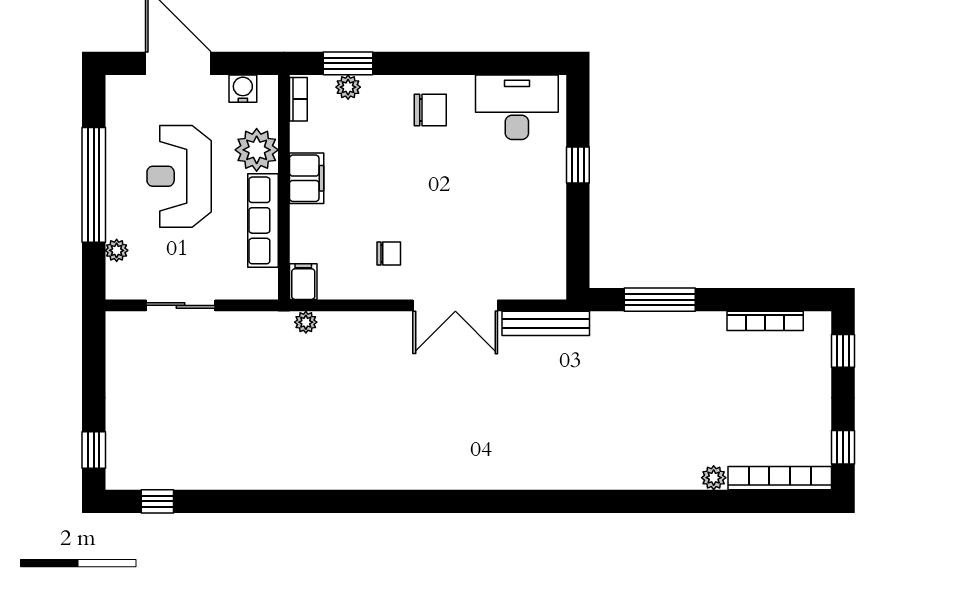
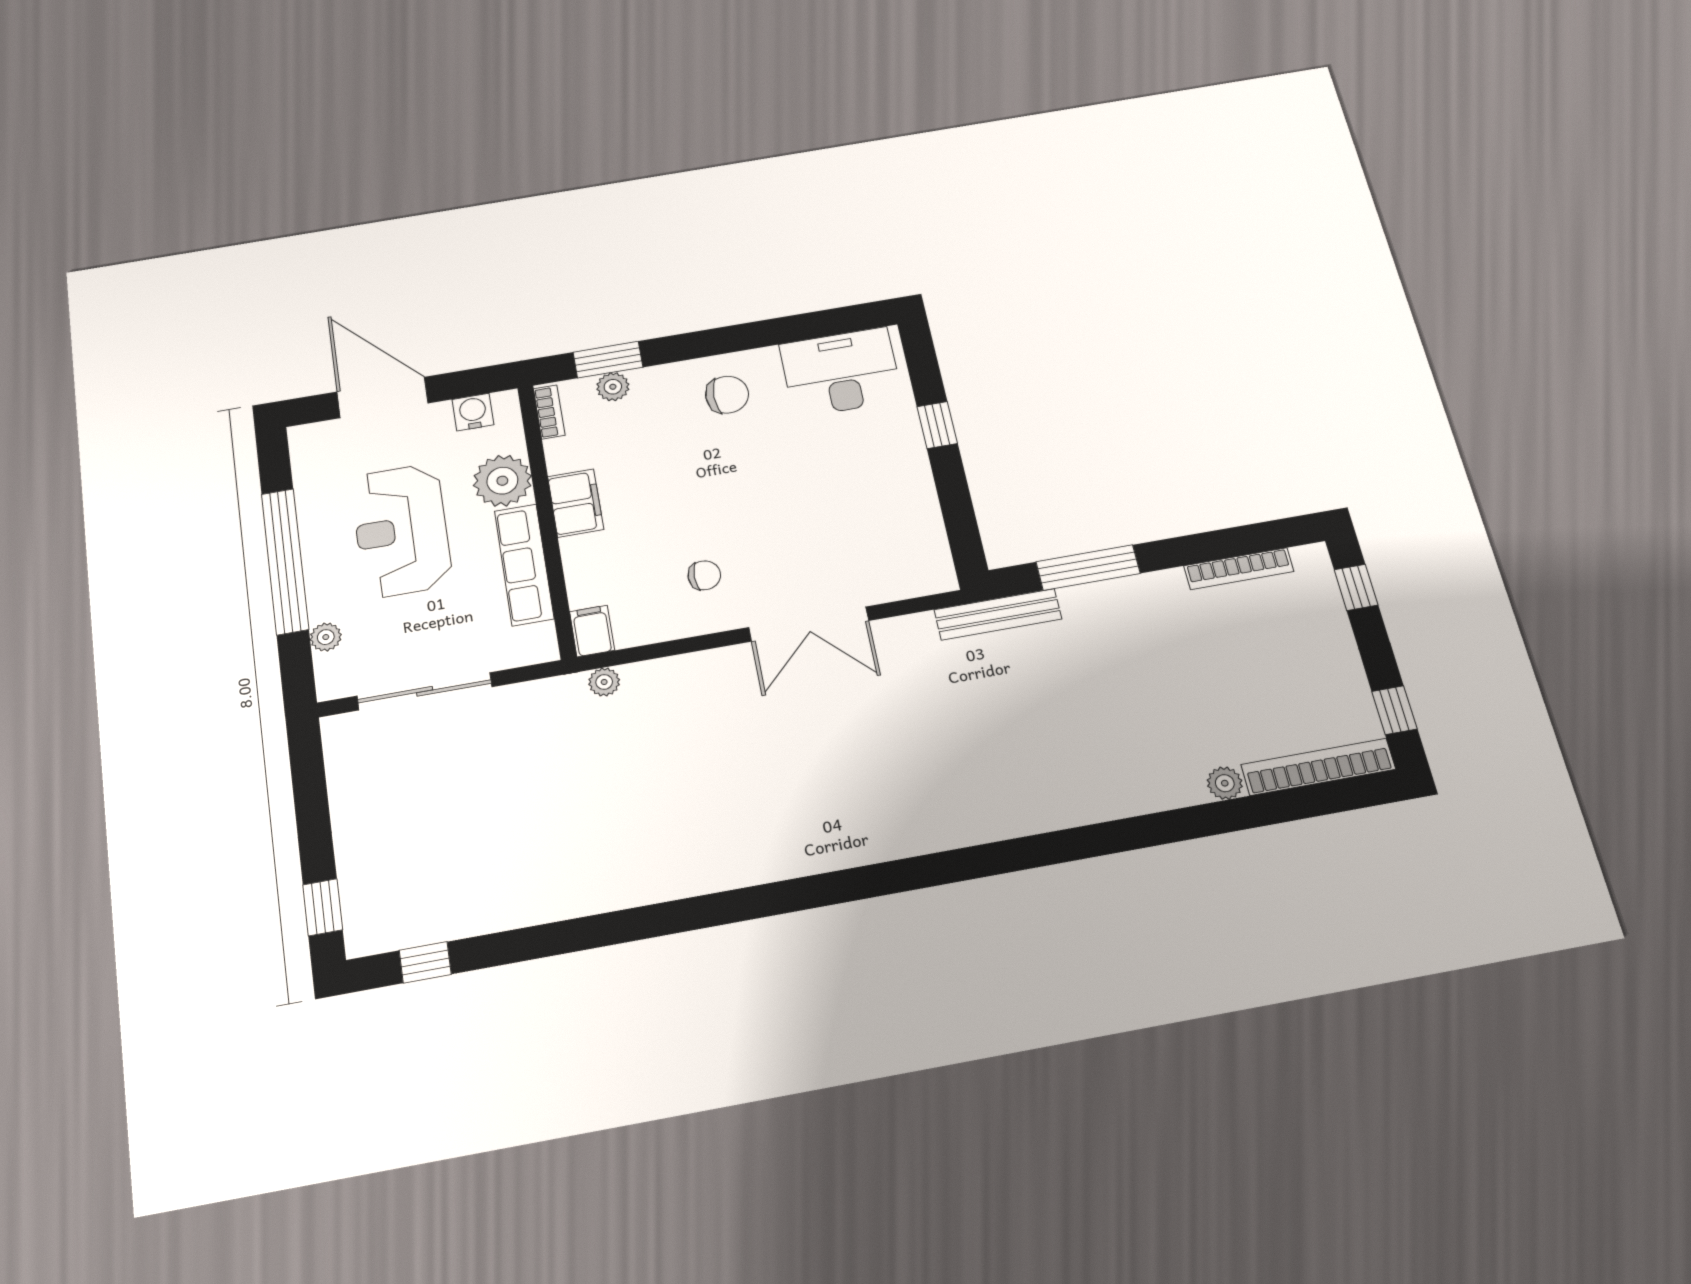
sliding door: (181, 305) -> (425, 691), width x1.37
bench: (546, 323) -> (998, 614), moved

